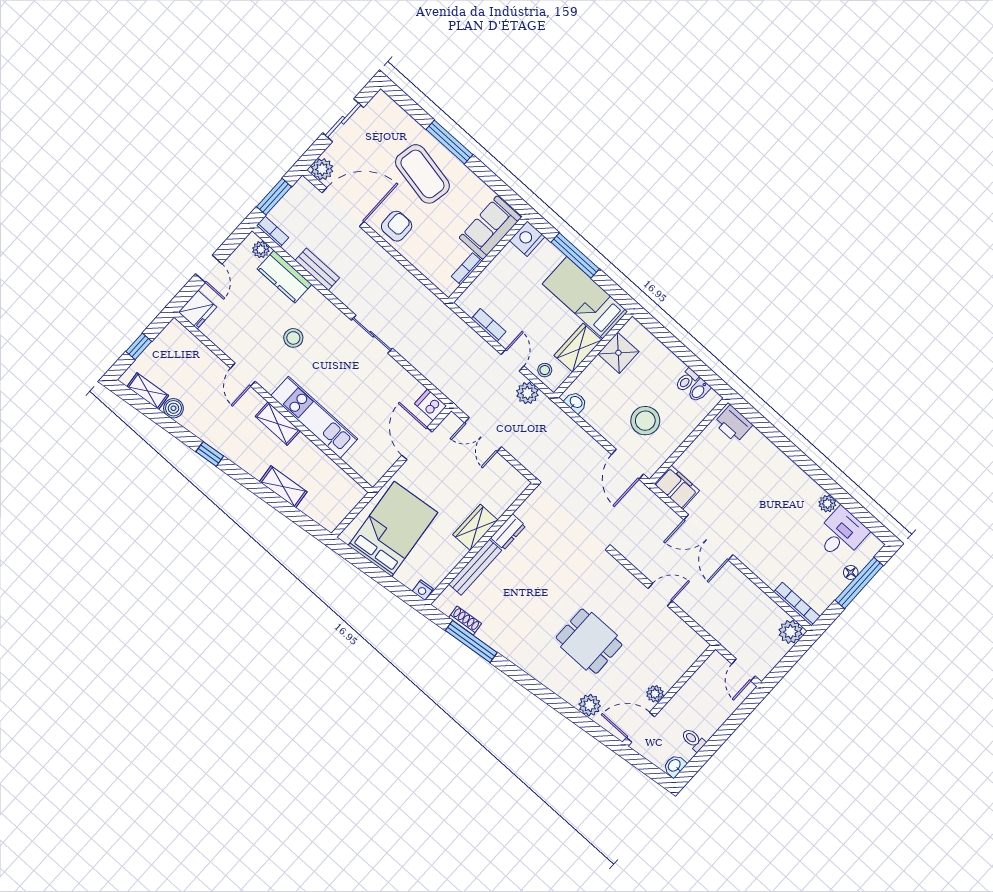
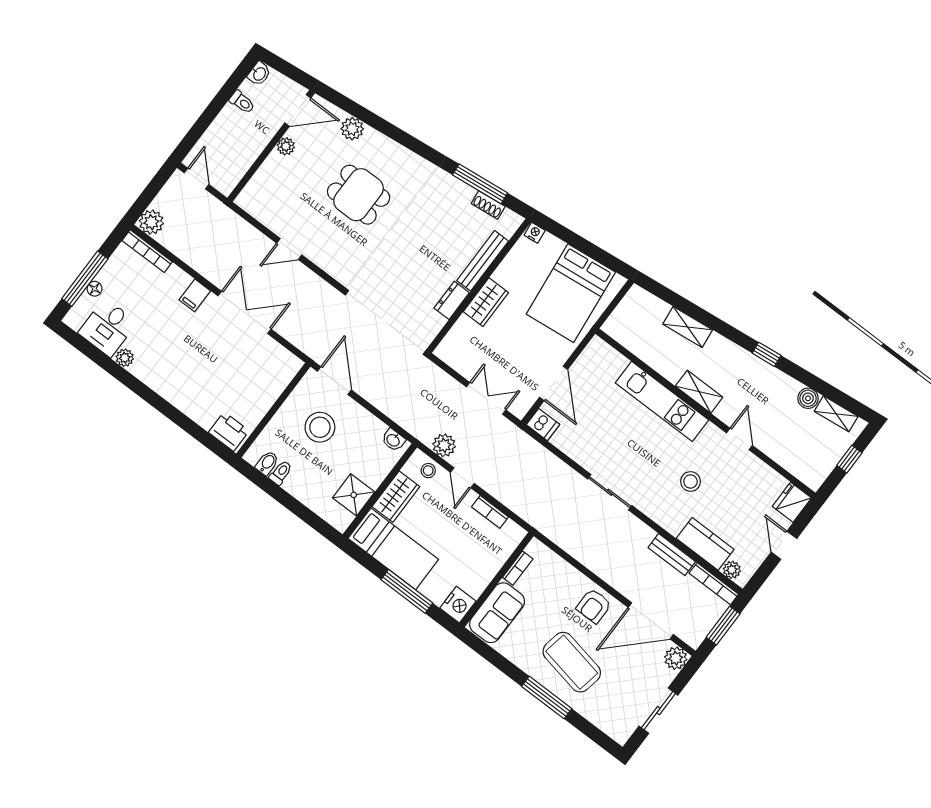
bookcase: (273, 232) -> (714, 584), width x1.56
filing cabinet: (677, 487) -> (195, 295), moved, width x0.50

